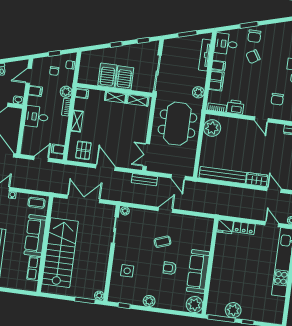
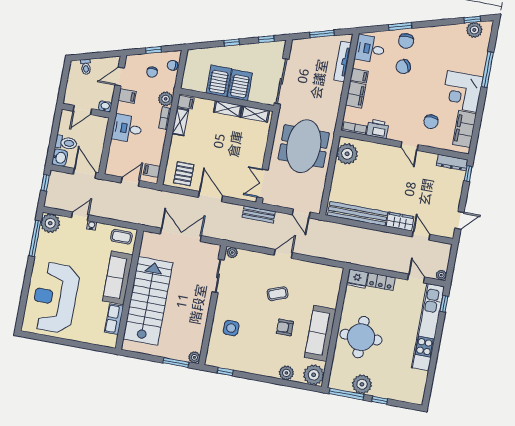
plant: (198, 92) -> (332, 108), removed
shelving: (77, 121) -> (180, 122), moved
round table: (230, 273) -> (361, 337), added
plant: (149, 301) -> (286, 373), moved

